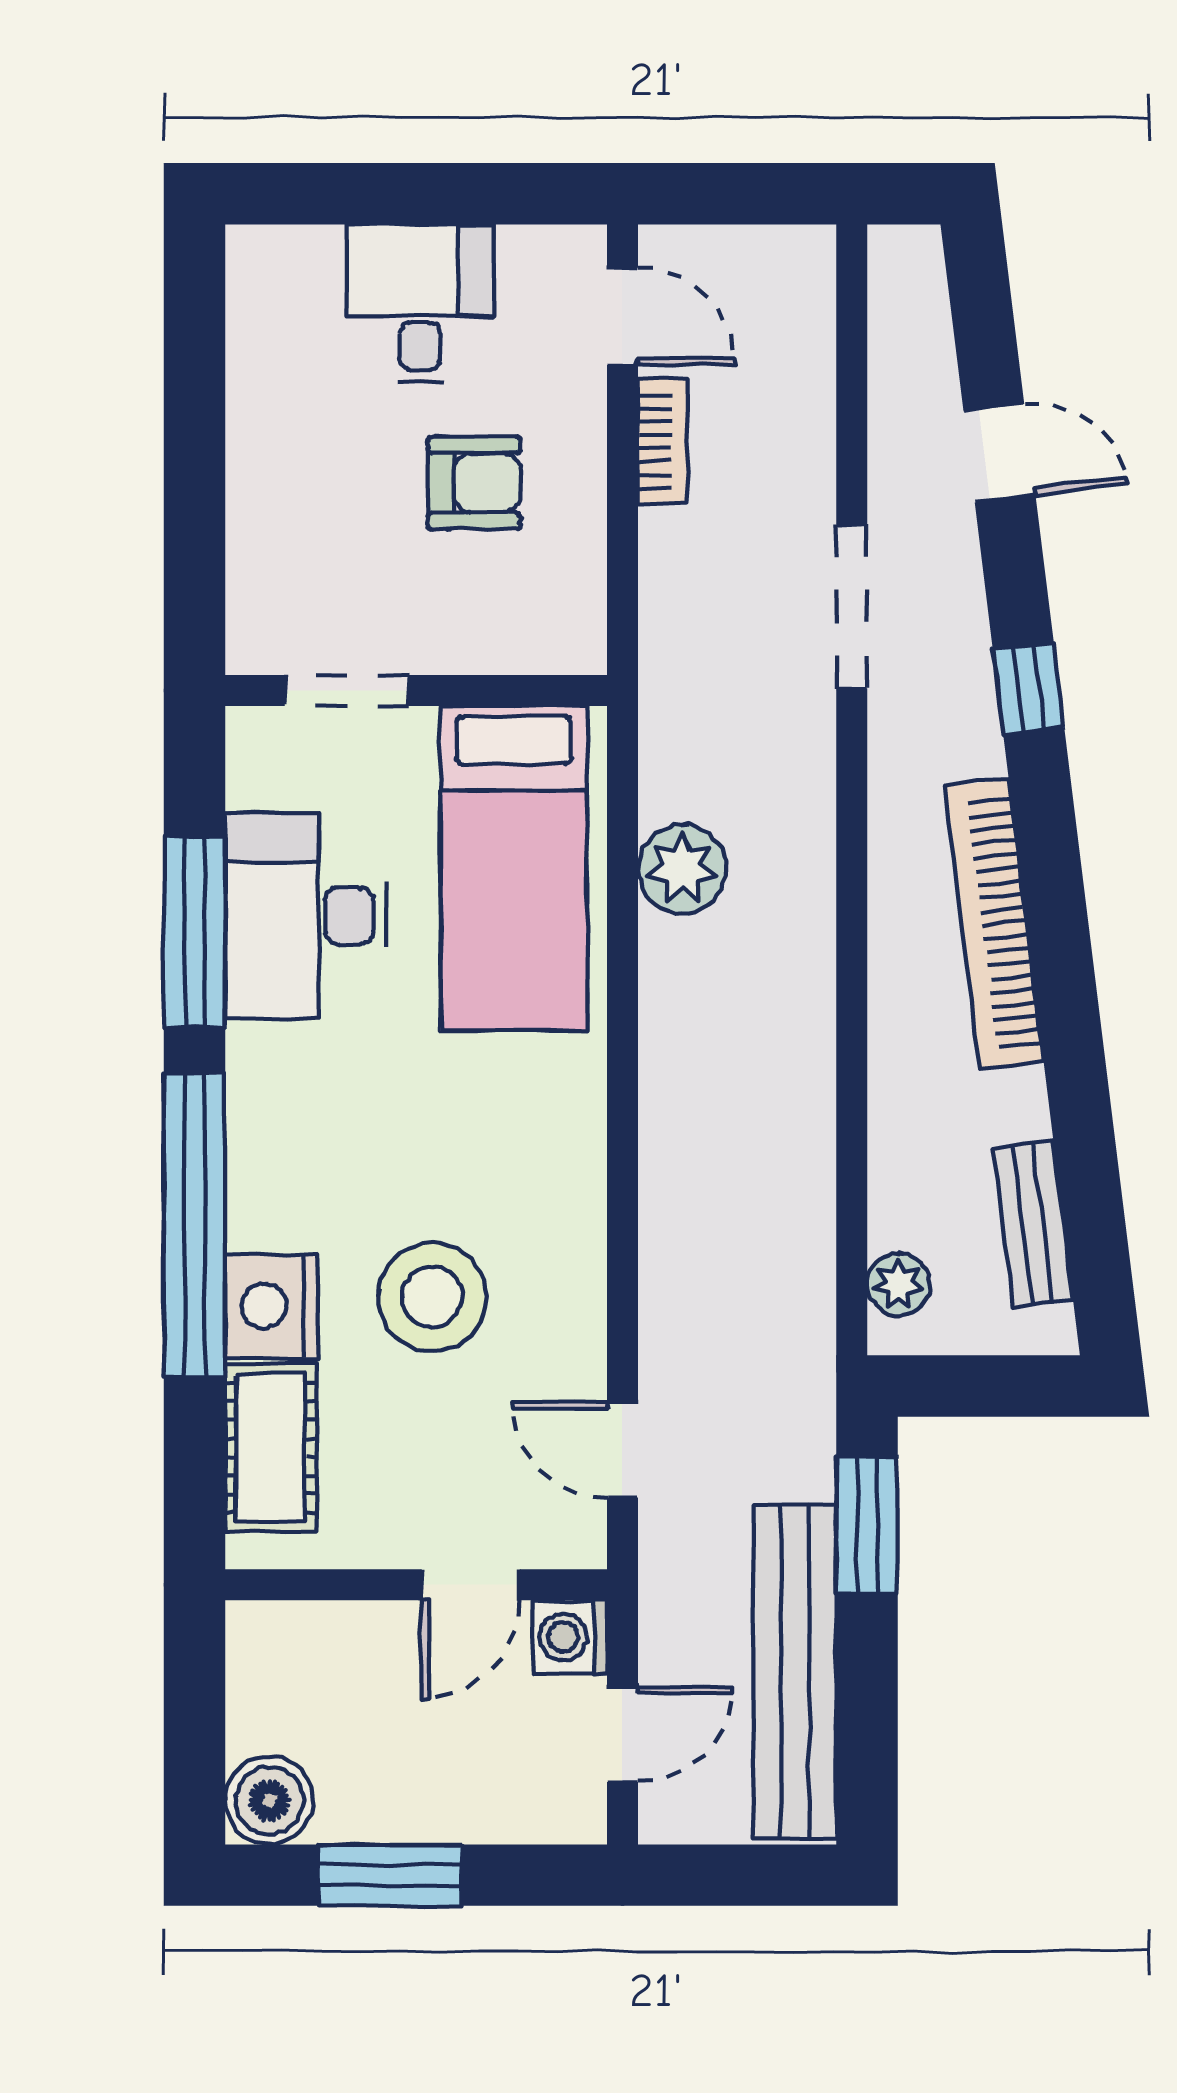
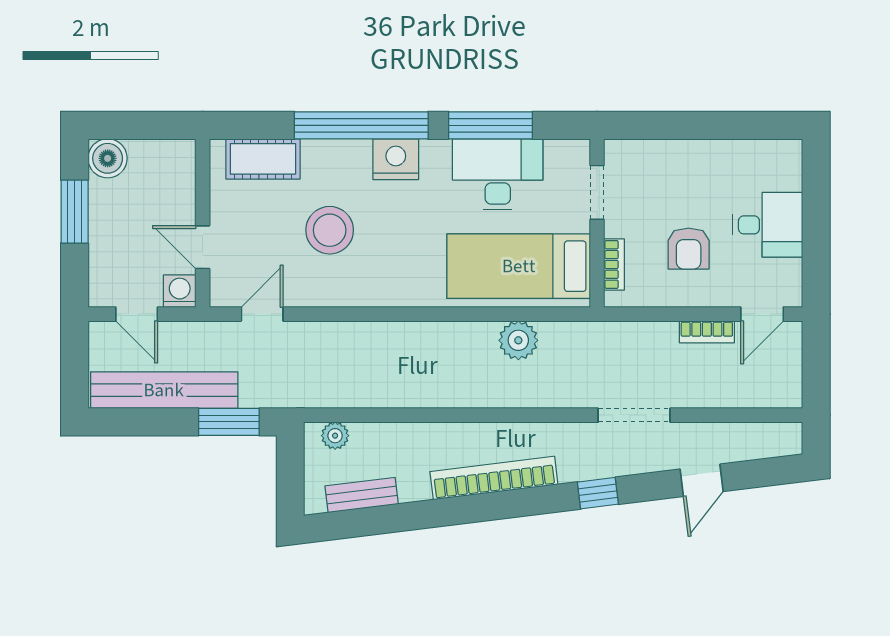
bookcase: (510, 652) -> (614, 264), added
nightstand: (272, 1306) -> (396, 159), moved

